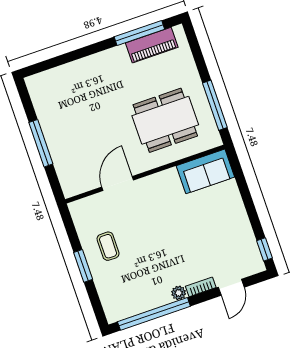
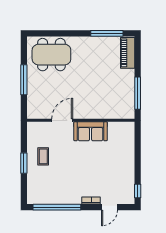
piano: (152, 45) -> (128, 53), moved, turned 90
dining table: (165, 120) -> (51, 55), moved
sofa: (205, 171) -> (91, 131), moved
plant: (179, 293) -> (76, 199), removed

